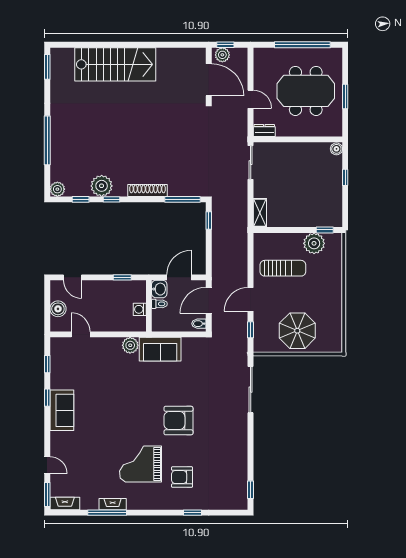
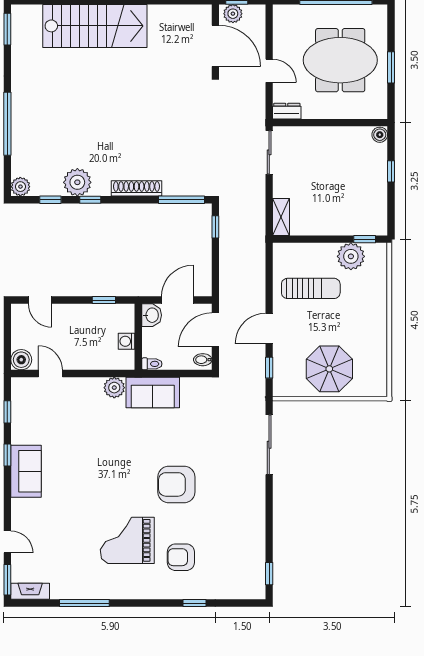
toilet: (159, 304) -> (152, 364), moved
boiler: (58, 309) -> (21, 360), moved
fireplace: (113, 504) -> (92, 592), removed

